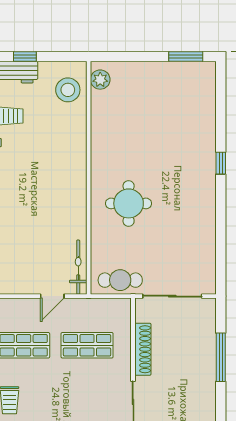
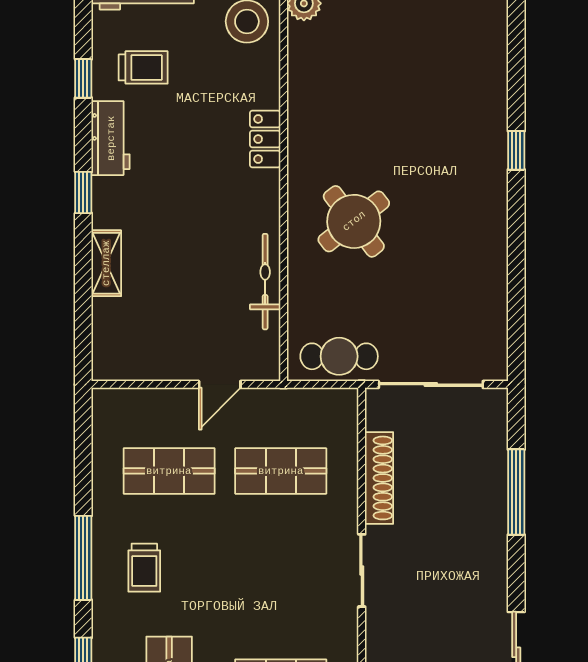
locker: (78, 157) -> (265, 139), added
round table: (129, 203) -> (354, 221), turned -38
bicycle: (78, 267) -> (265, 282), moved

